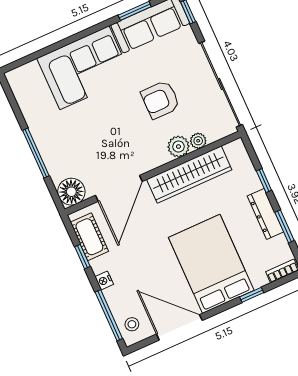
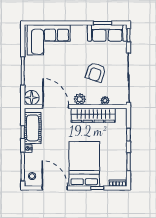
corner sofa: (84, 68) -> (49, 40), moved
armchair: (160, 100) -> (96, 72), turned -72
plant: (178, 147) -> (80, 99), moved
door: (119, 188) -> (56, 107), swing flipped
dresser: (265, 214) -> (122, 151), removed
cot: (89, 237) -> (33, 128), width x1.37, depth x1.34

